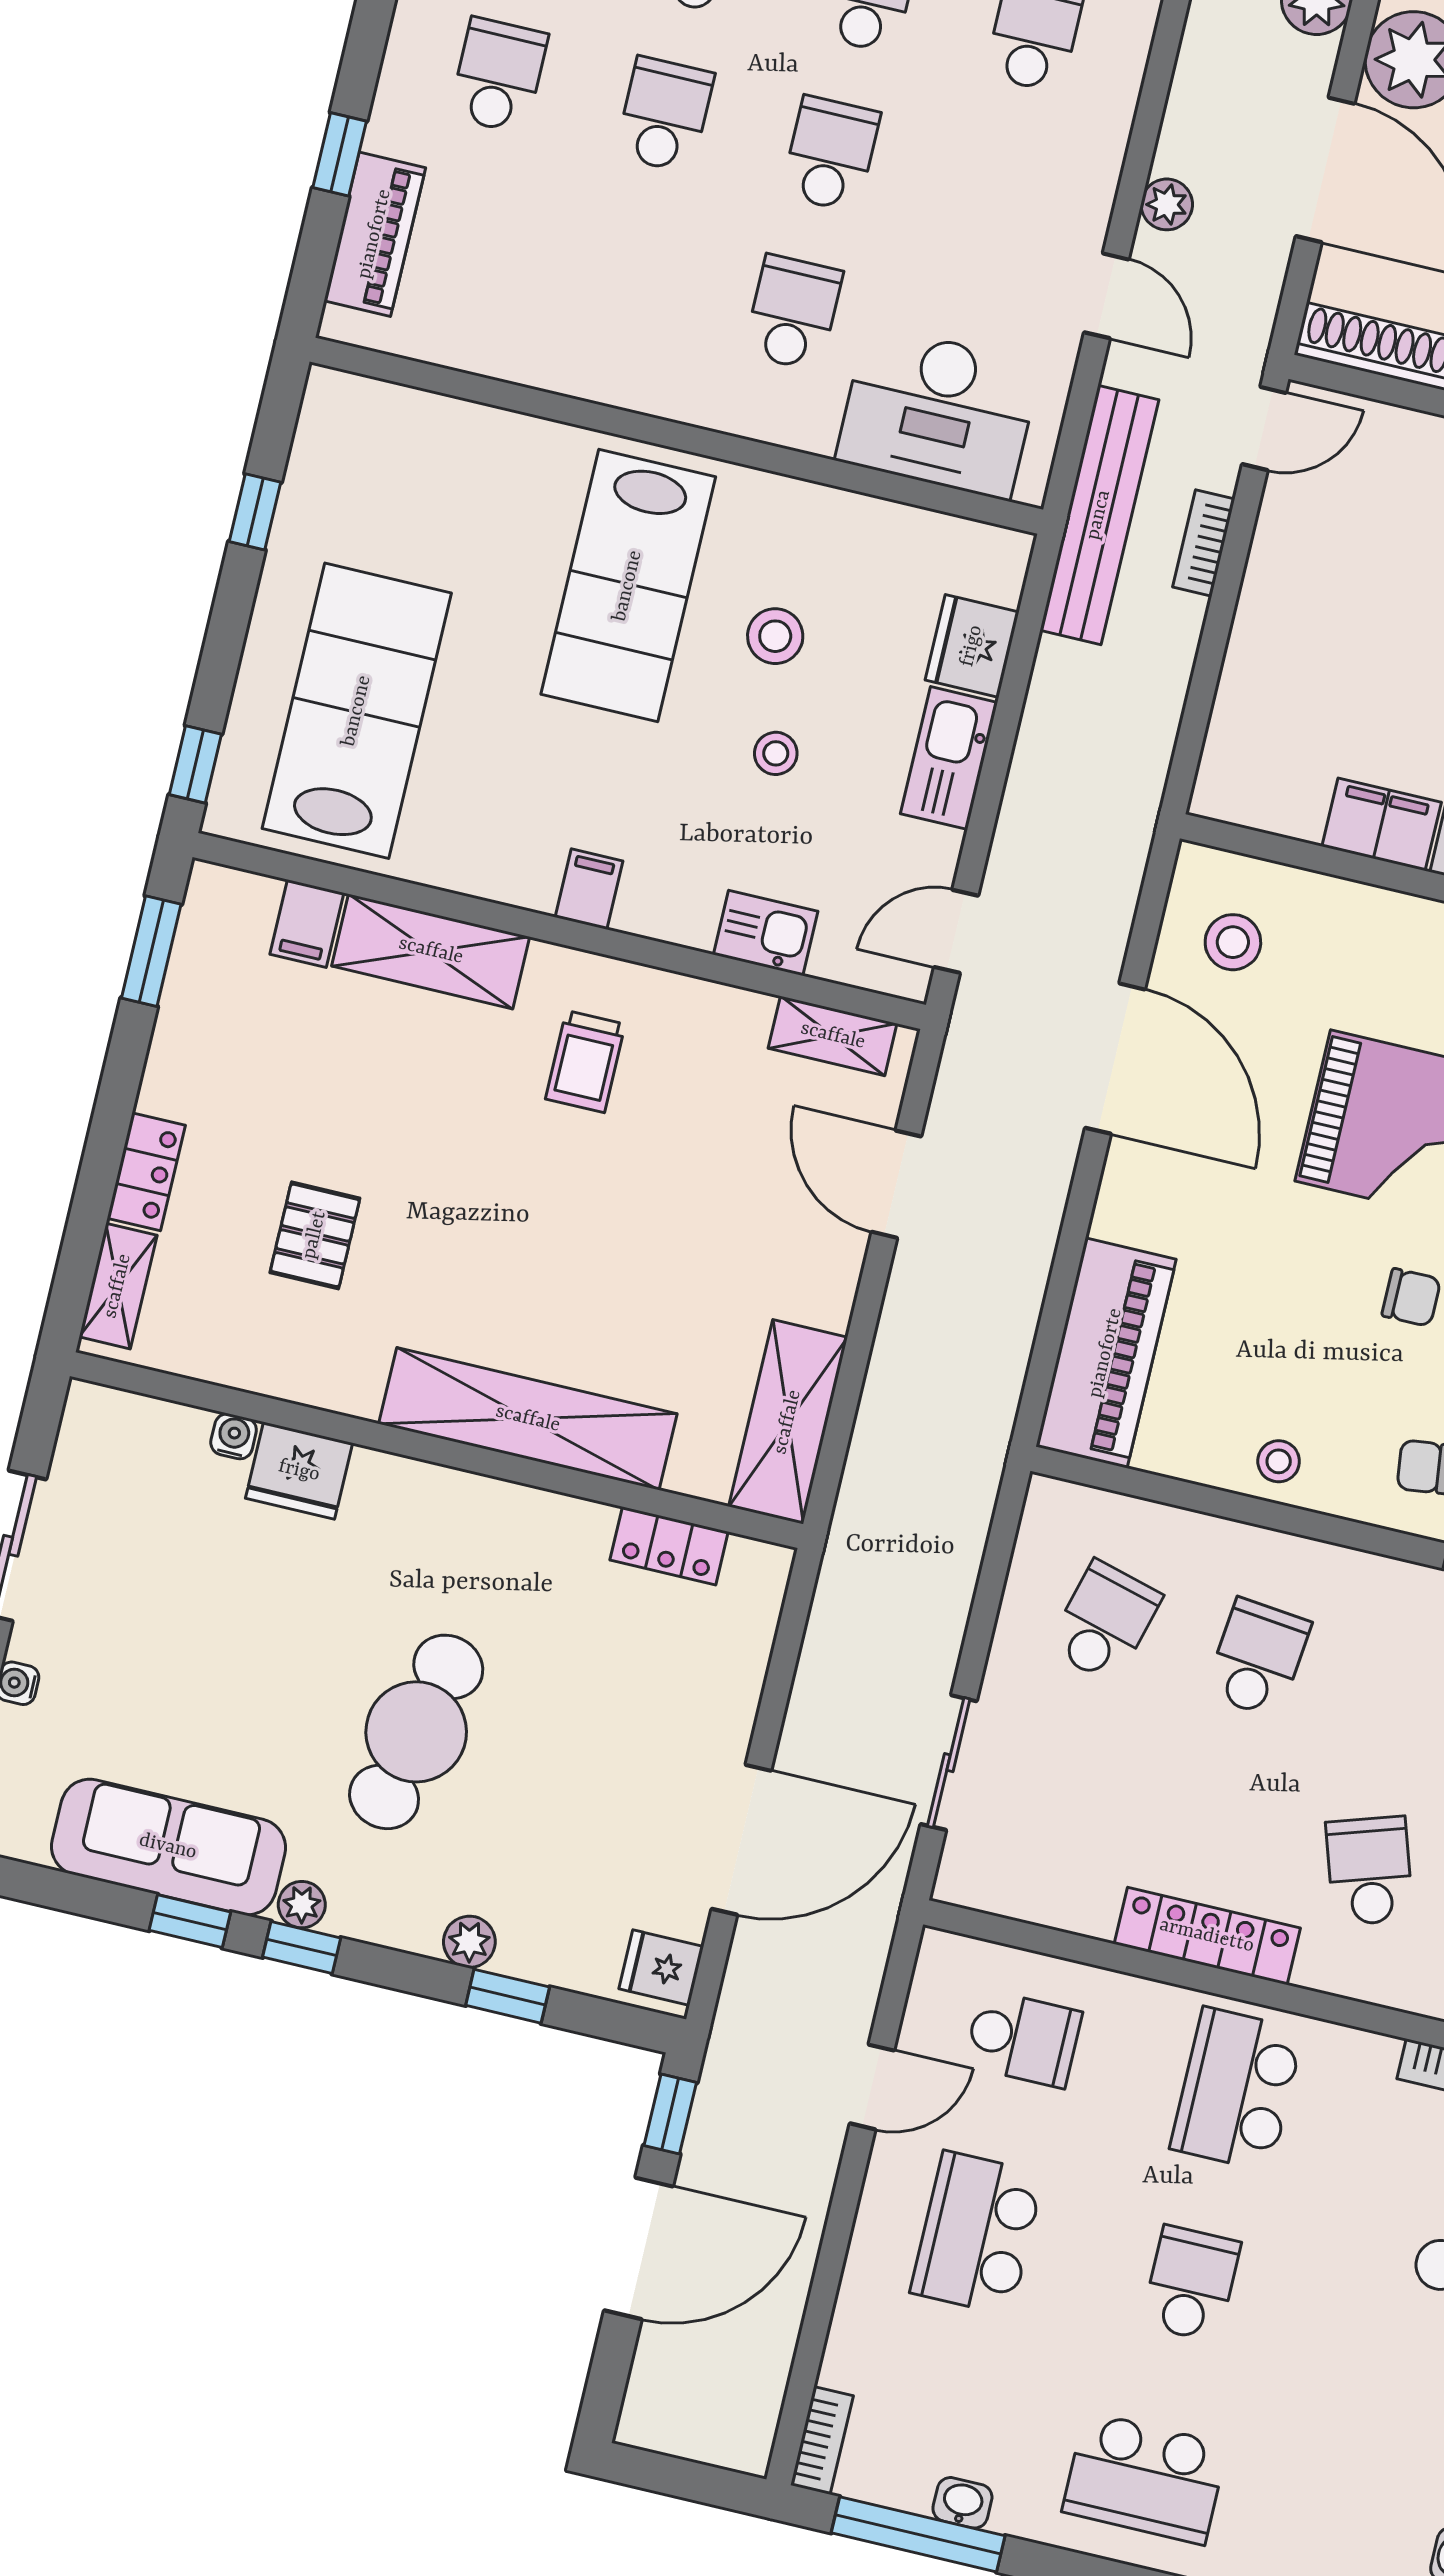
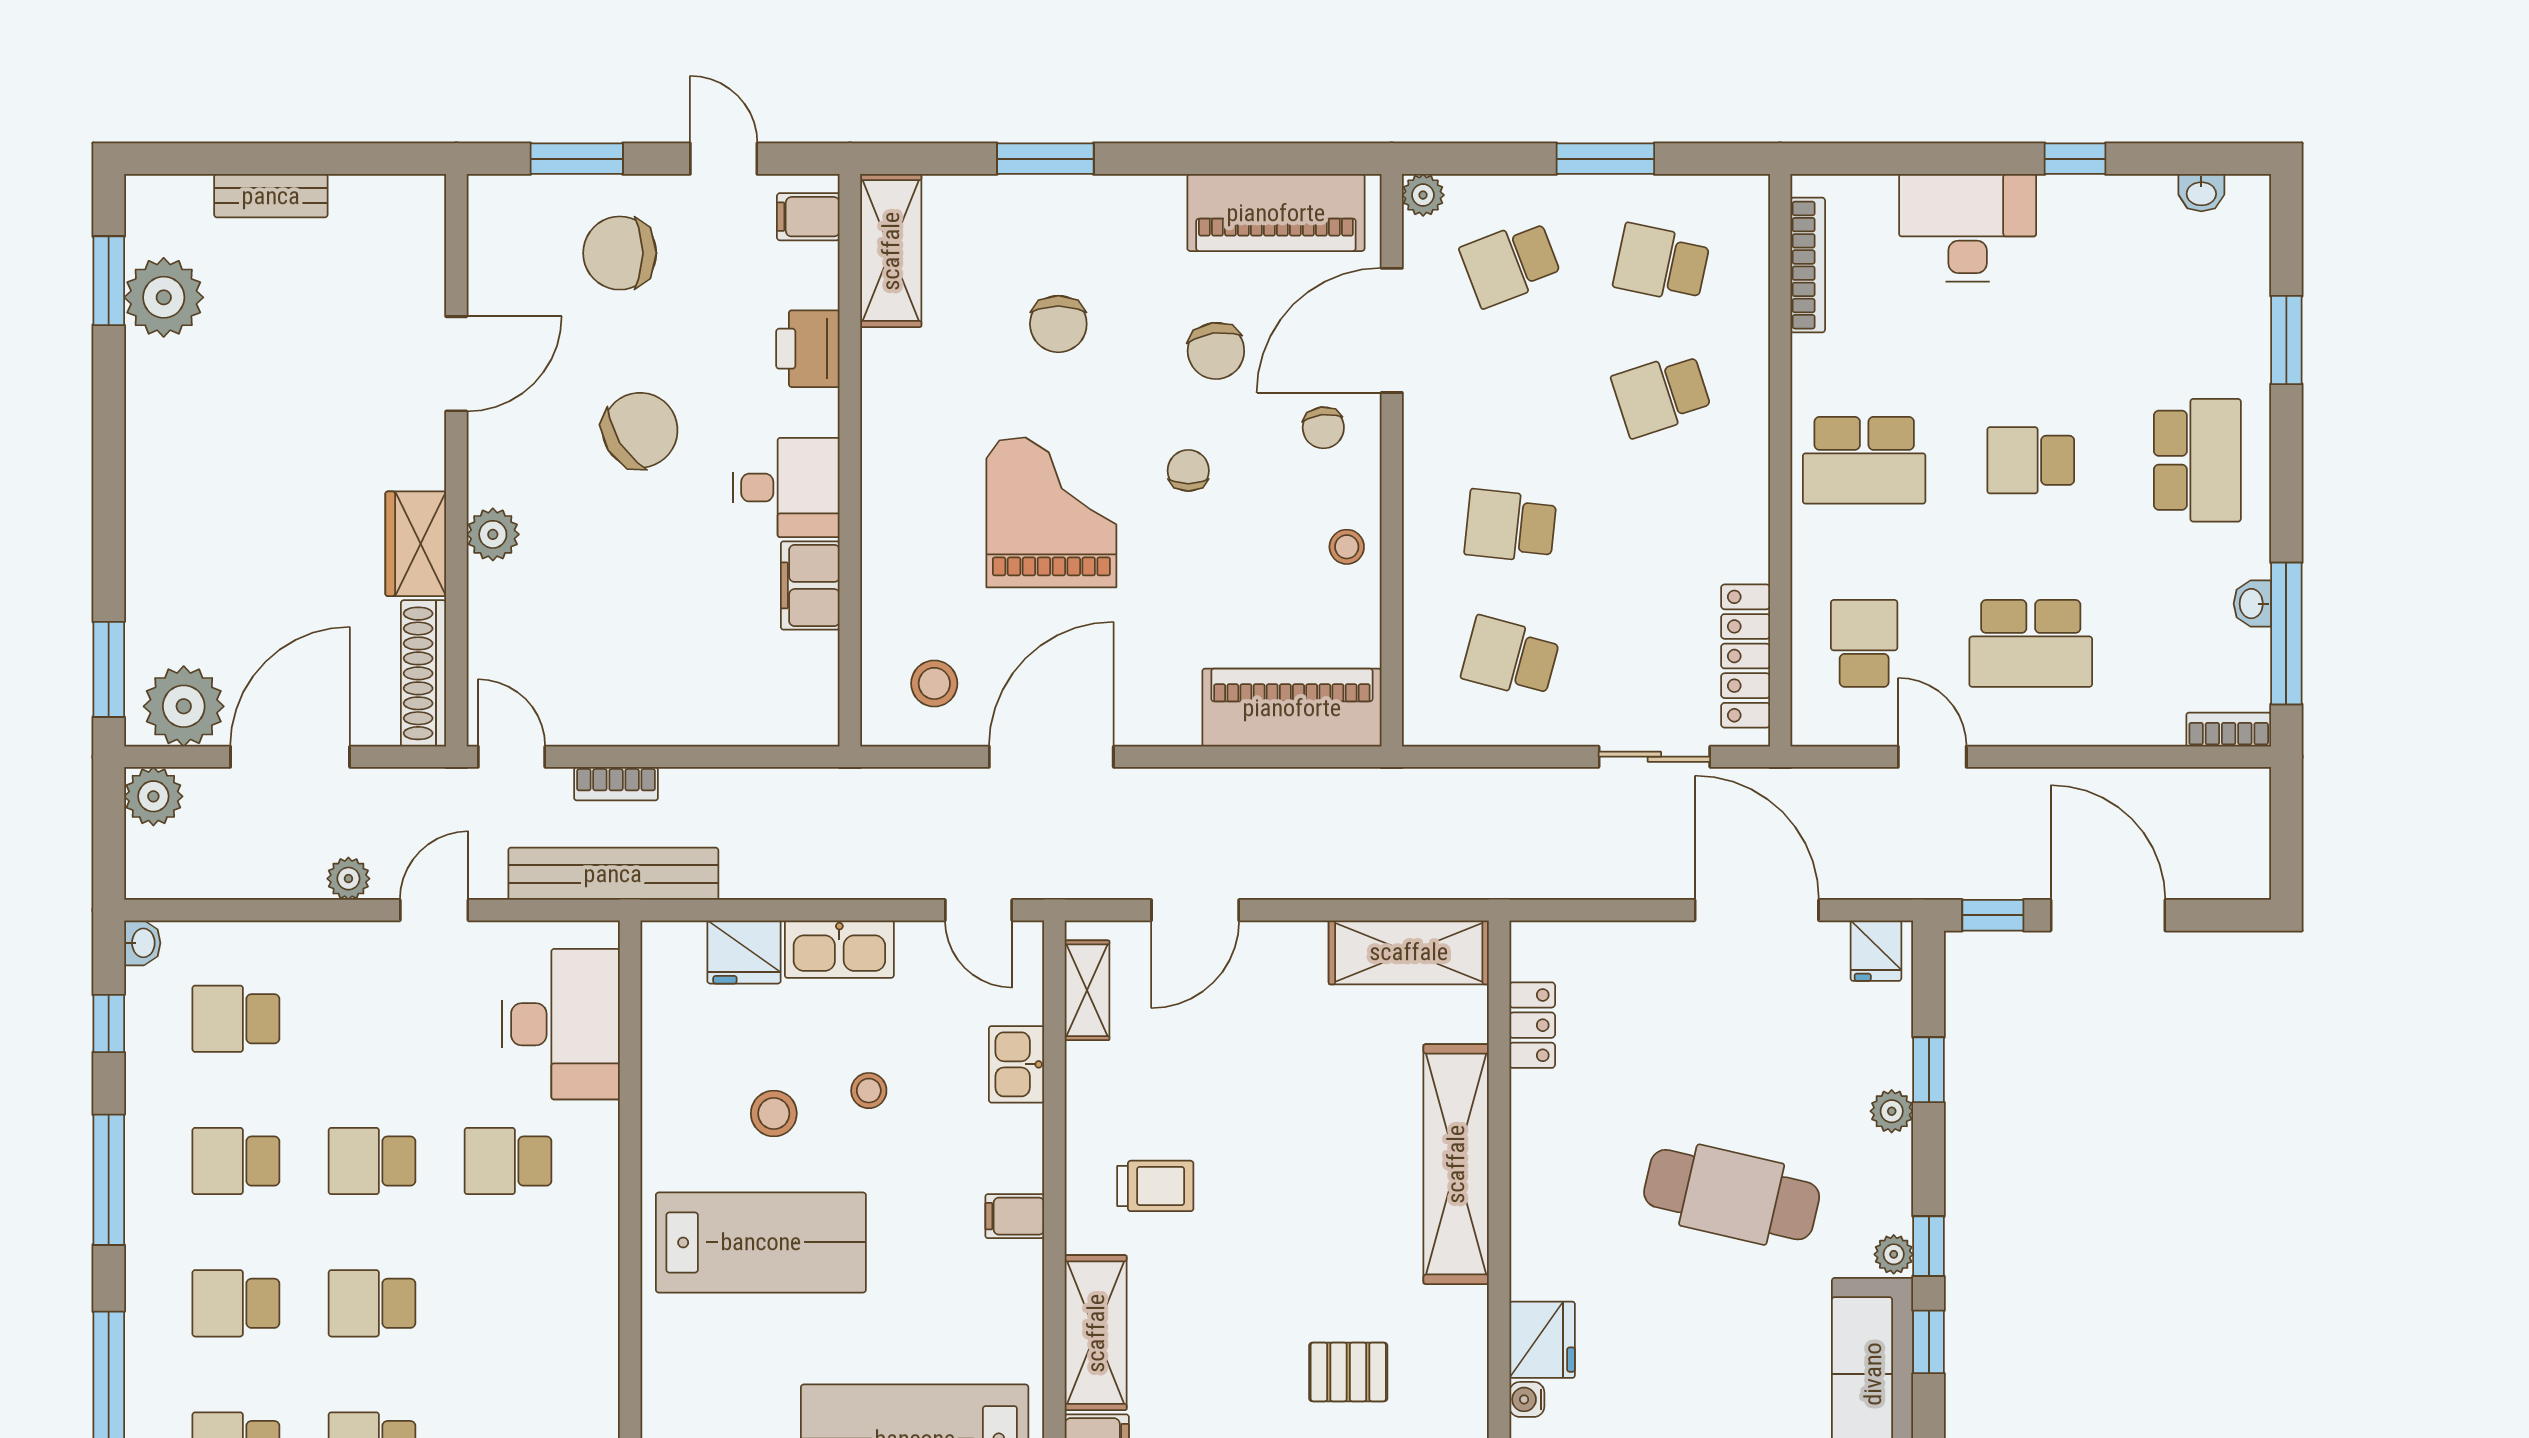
locker: (1207, 1936) -> (1746, 656), moved

